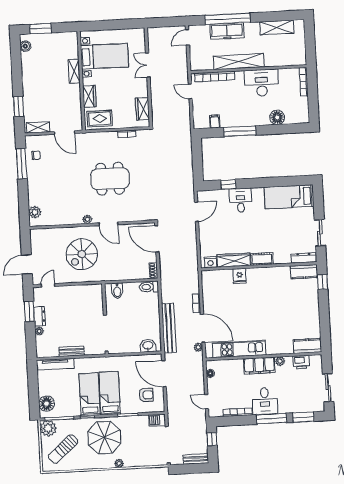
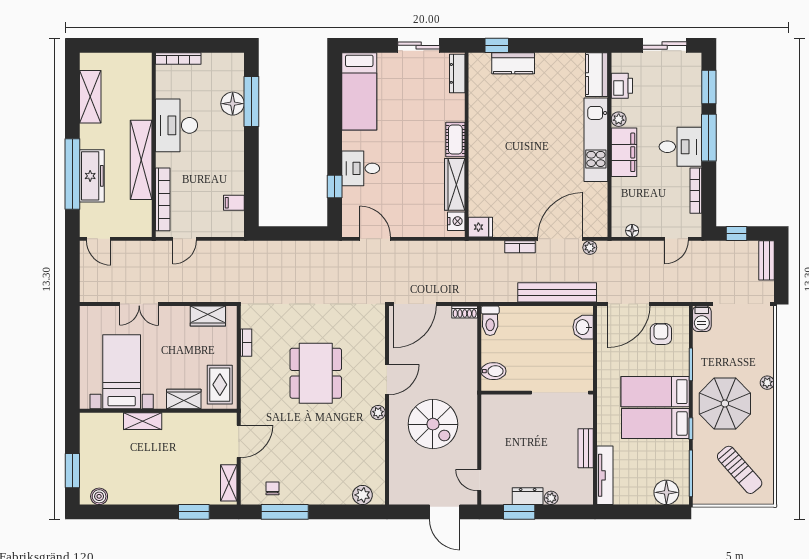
window: (240, 131) -> (251, 102), moved
kitchen counter: (304, 272) -> (513, 63), moved, turned 90
fridge: (240, 276) -> (480, 227), moved
kitchen unit: (239, 349) -> (596, 140), moved
plant: (48, 428) -> (706, 492), removed

